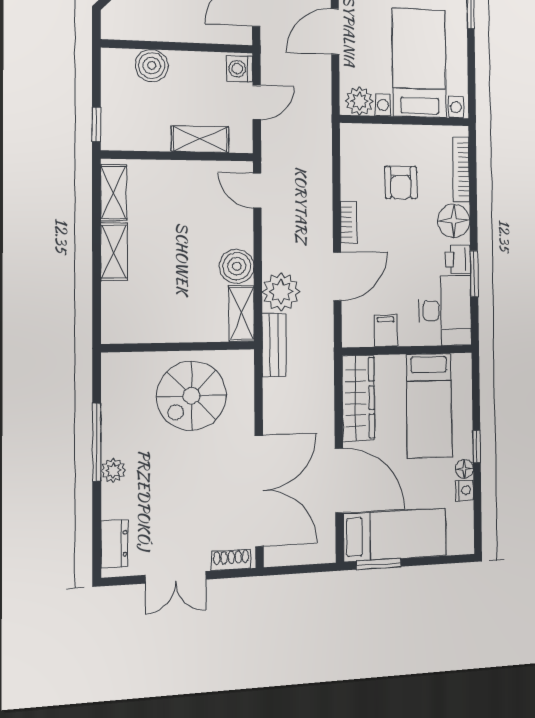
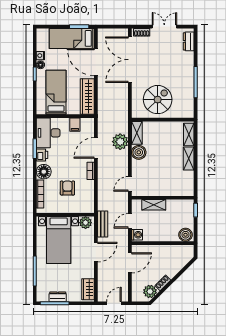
boiler: (152, 66) -> (185, 235), moved
door: (257, 191) -> (130, 184), swing flipped
shelving: (114, 193) -> (189, 134), moved
bench: (274, 345) -> (103, 224), moved
plant: (113, 470) -> (189, 71), removed

